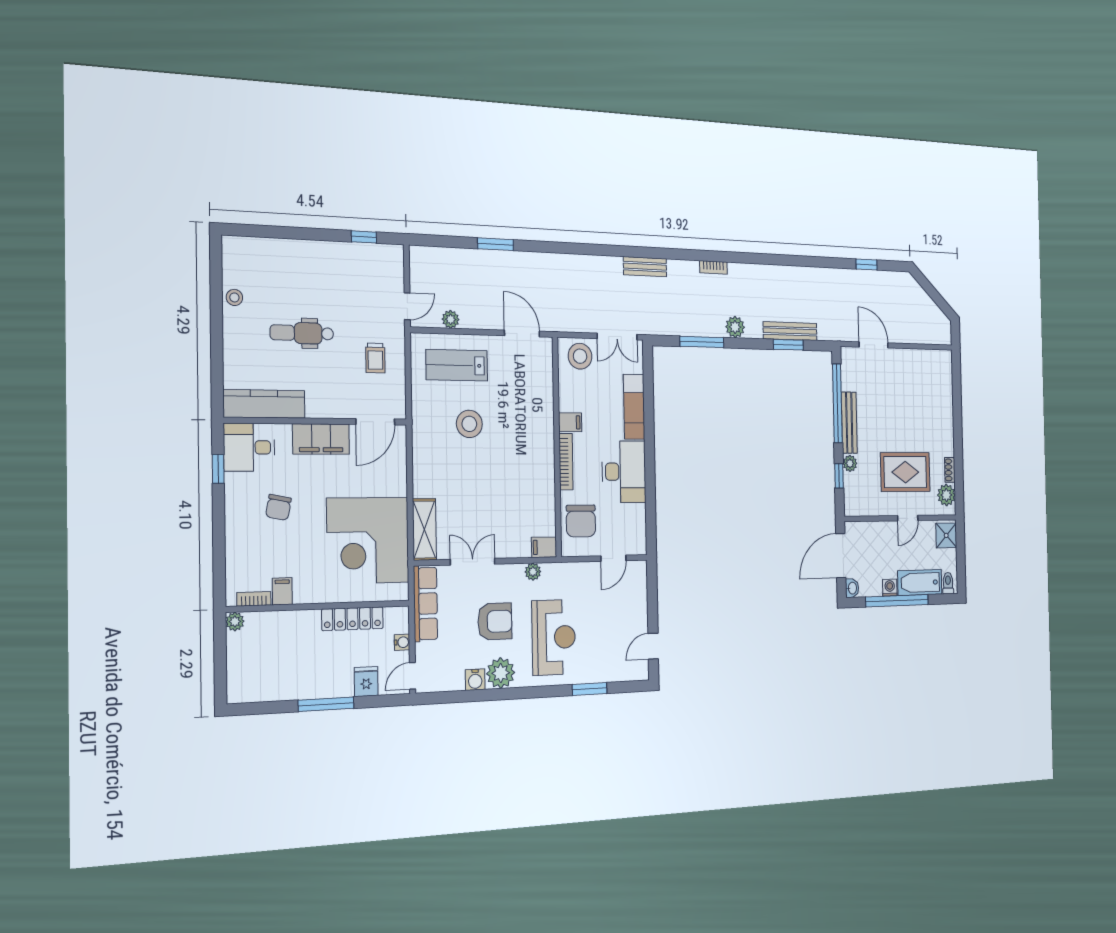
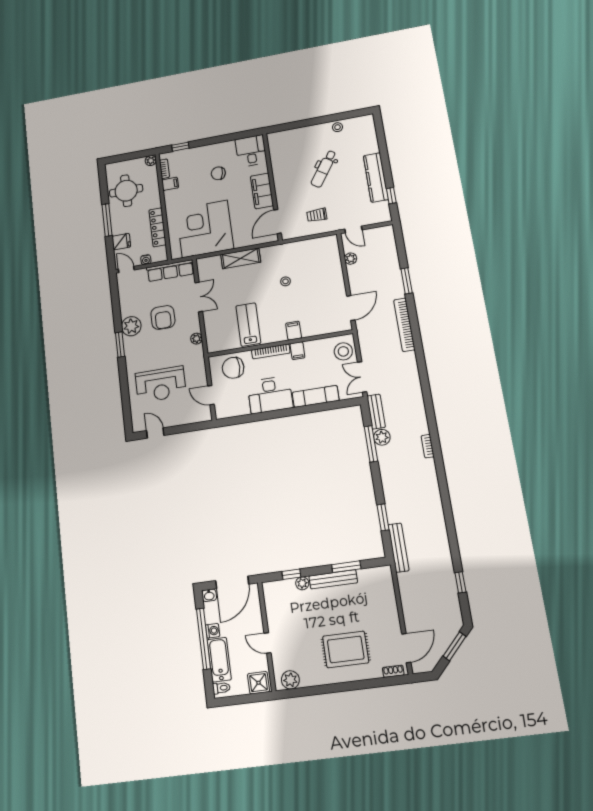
bookcase: (556, 262) -> (404, 325), added
bench: (645, 267) -> (376, 412), moved
window: (929, 288) -> (454, 646), added
plant: (735, 327) -> (382, 437), moved
bench: (790, 331) -> (399, 548), moved
dental chair: (302, 333) -> (324, 169), turned -146
door: (874, 345) -> (406, 648), moved
lab bench: (457, 365) -> (248, 325), moved
window: (837, 403) -> (346, 567), width x0.47
kitchen counter: (264, 404) -> (376, 178), moved, turned 180
door: (375, 422) -> (277, 221), hinge flipped
stool: (469, 424) -> (285, 281), width x0.53, depth x0.53
window: (218, 469) -> (180, 147), moved
shoe rack: (950, 470) -> (393, 671), moved
rug: (905, 472) -> (346, 649), moved, turned 90
shelving: (424, 529) -> (241, 258), moved
filing cabinet: (544, 547) -> (294, 331), moved
door: (841, 556) -> (232, 582), swing flipped
reception desk: (554, 637) -> (161, 384), moved
round table: (281, 668) -> (126, 191), added
water cooler: (475, 680) -> (126, 310), removed
window: (589, 689) -> (120, 345), moved

